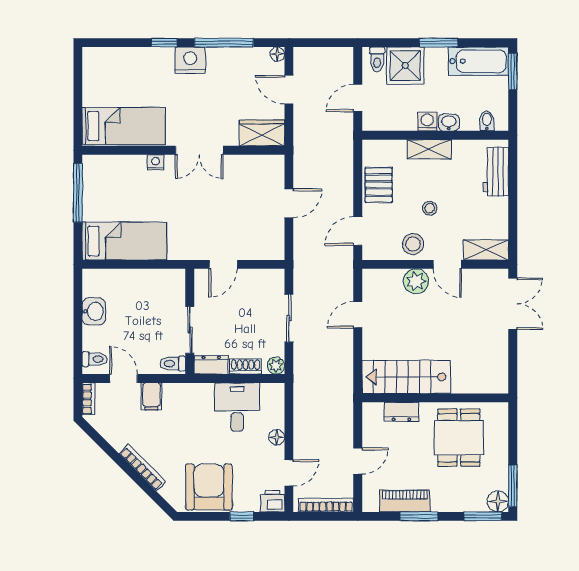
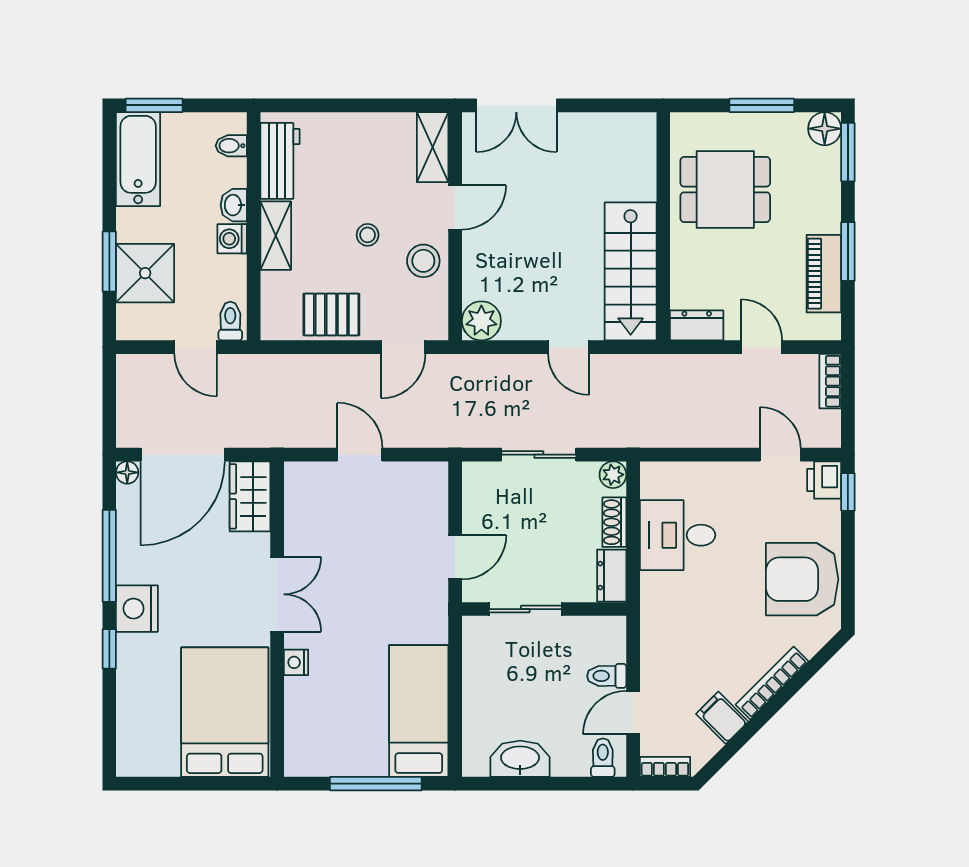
window: (438, 43) -> (109, 261), moved
toilet: (377, 59) -> (230, 321), moved, turned -90
door: (289, 90) -> (183, 455), width x1.87
bed: (124, 126) -> (225, 712), width x1.50
workbench: (496, 172) -> (280, 161), moved, turned -90
window: (78, 193) -> (376, 784), moved
door: (358, 231) -> (403, 347), hinge flipped
door: (223, 264) -> (455, 557), hinge flipped
plant: (416, 281) -> (481, 321), moved
double door: (513, 304) -> (516, 105), swing flipped
washbasin: (94, 311) -> (520, 759), width x1.38
door: (358, 315) -> (569, 347), moved
sliding door: (190, 330) -> (525, 609), moved
toilet: (173, 364) -> (607, 676), moved, turned 90
filing cabinet: (151, 396) -> (722, 718), moved, turned -135
dresser: (401, 412) -> (697, 325), moved, turned -90
floor lamp: (277, 437) -> (725, 473), removed
window: (513, 486) -> (762, 105), moved
bookcase: (326, 505) -> (830, 381), width x0.64
window: (242, 516) -> (848, 492), moved

